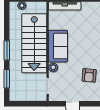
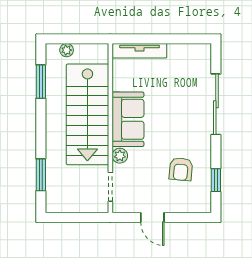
window: (7, 50) -> (41, 82), moved

